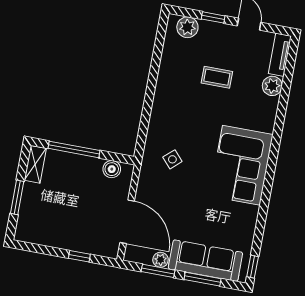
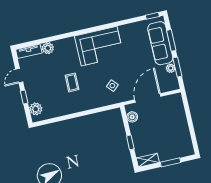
coffee table: (217, 77) -> (72, 82), moved
window: (74, 149) -> (130, 142), width x0.46
door: (127, 222) -> (148, 98), moved
window: (79, 256) -> (188, 114), removed

